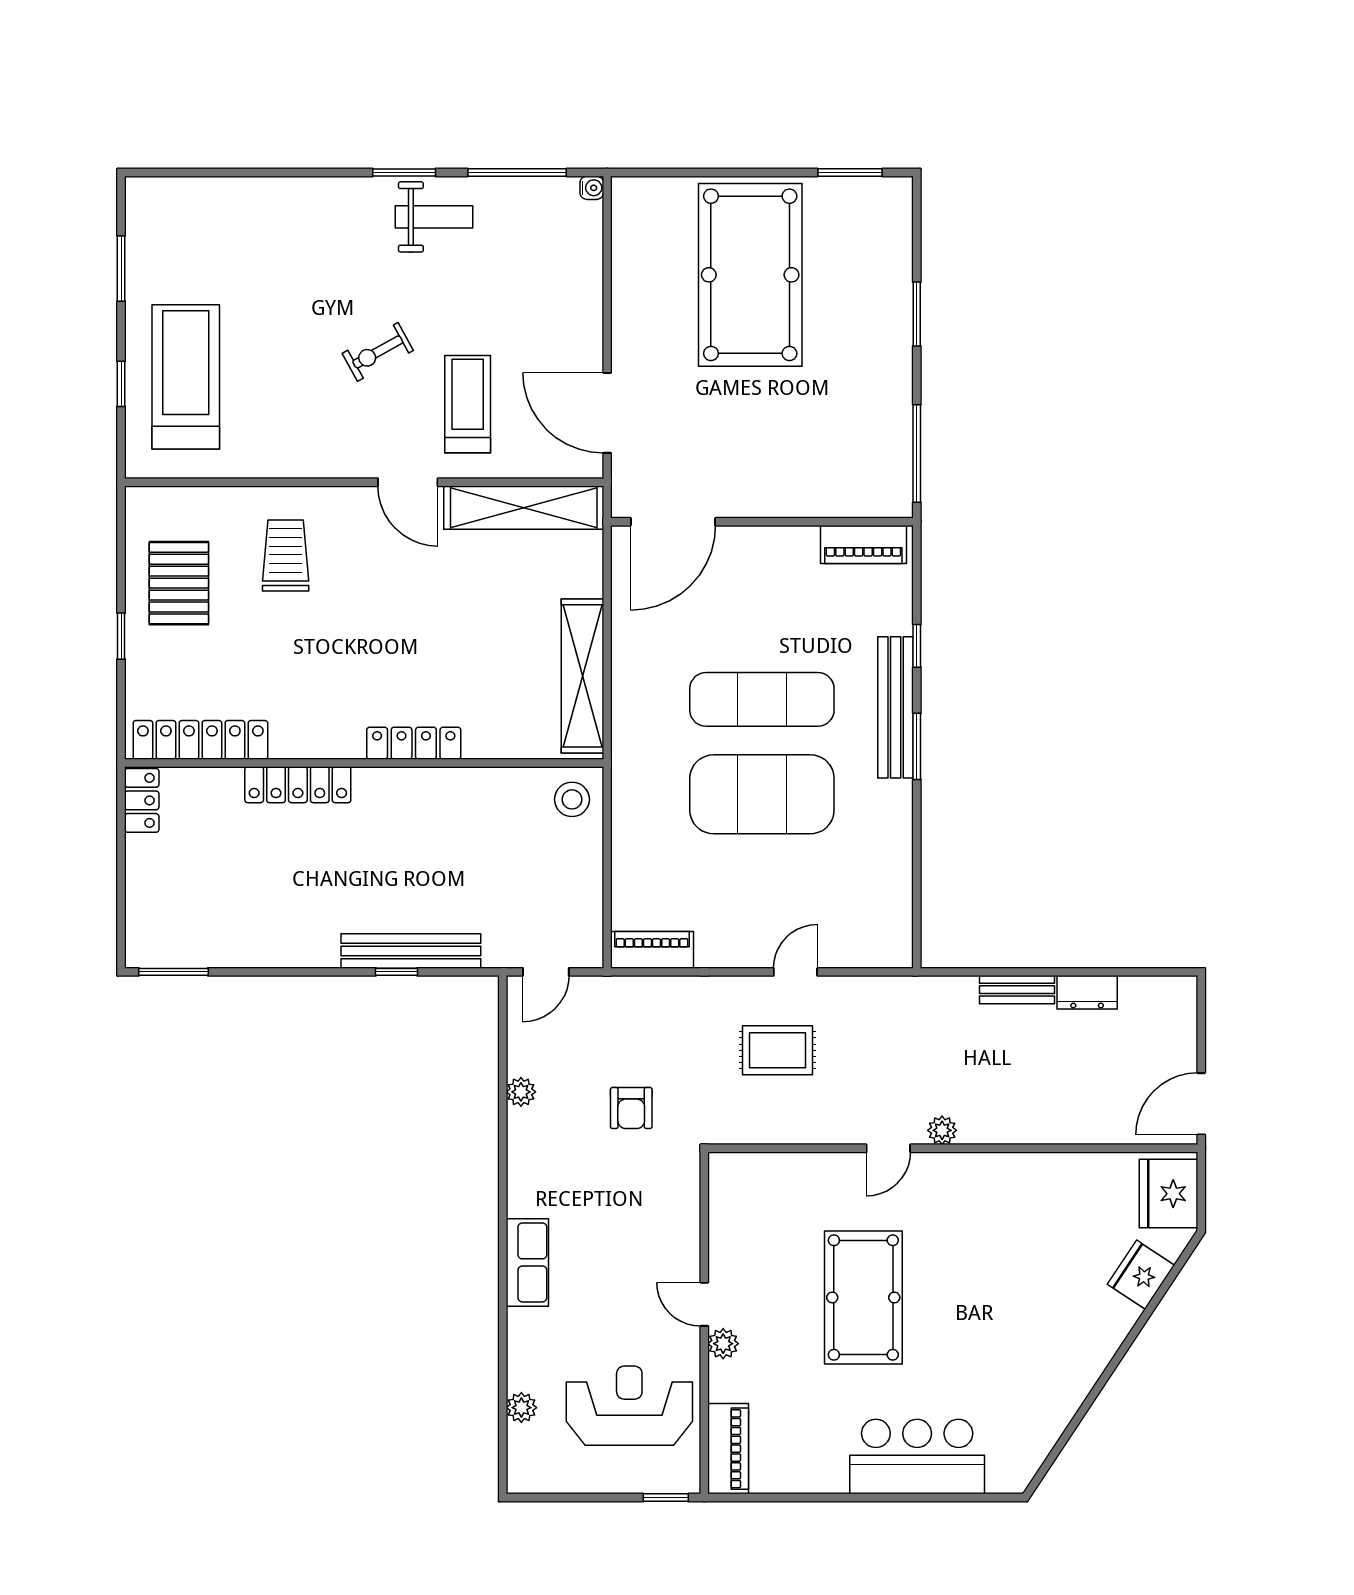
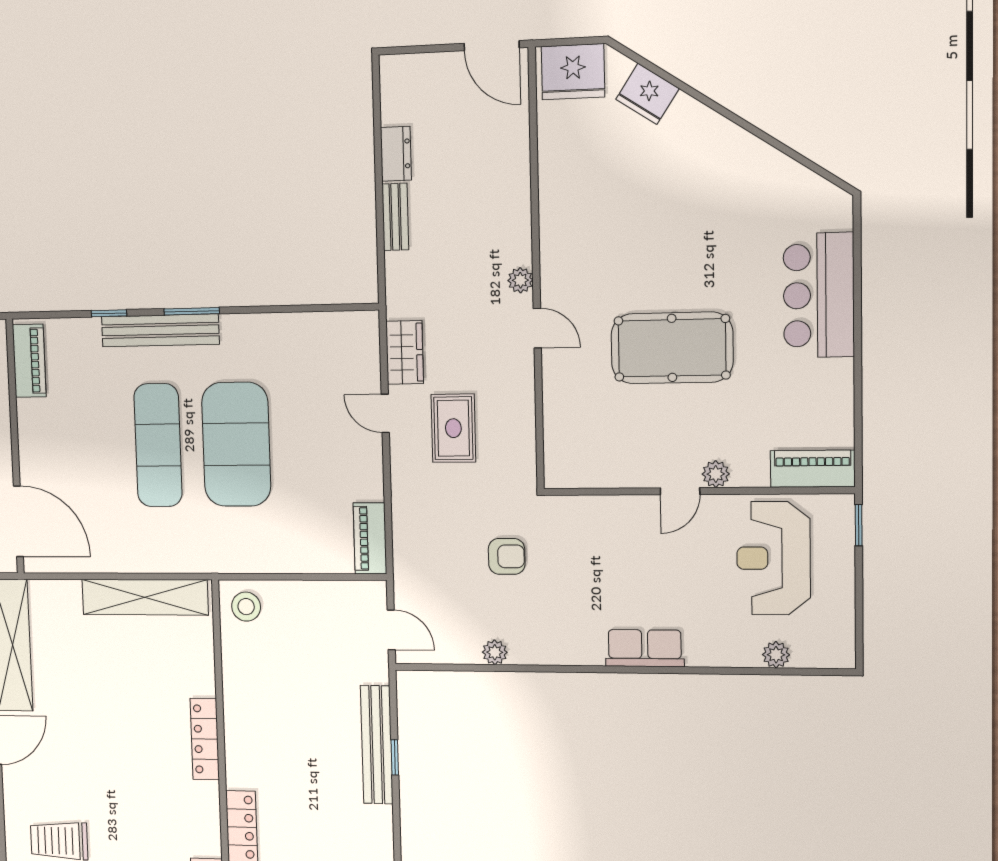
wardrobe: (864, 996) -> (405, 352), added

